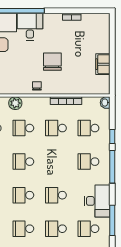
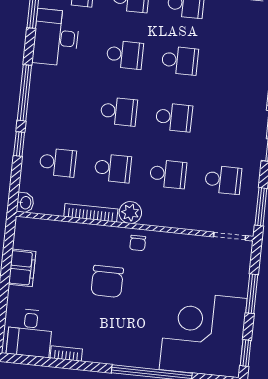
desk: (30, 27) -> (30, 333), moved
plant: (15, 103) -> (130, 213), moved
school desk: (89, 162) -> (119, 111), moved

